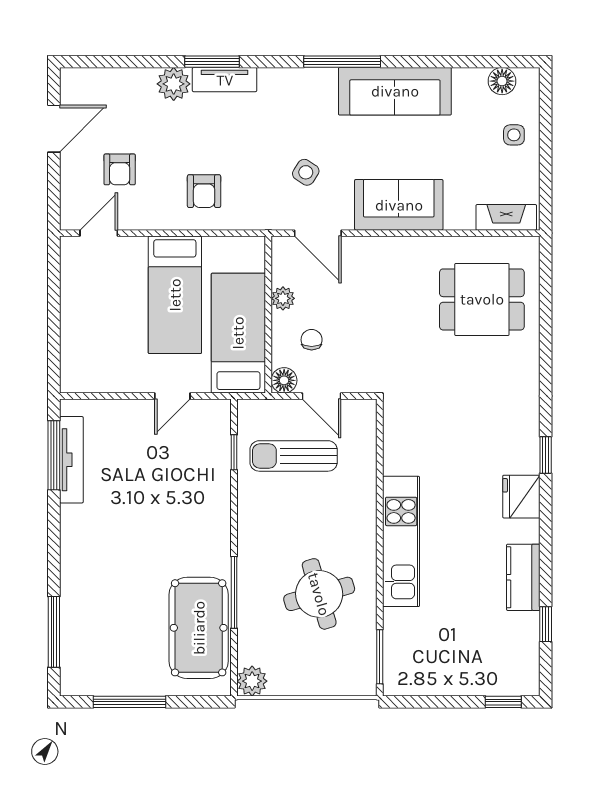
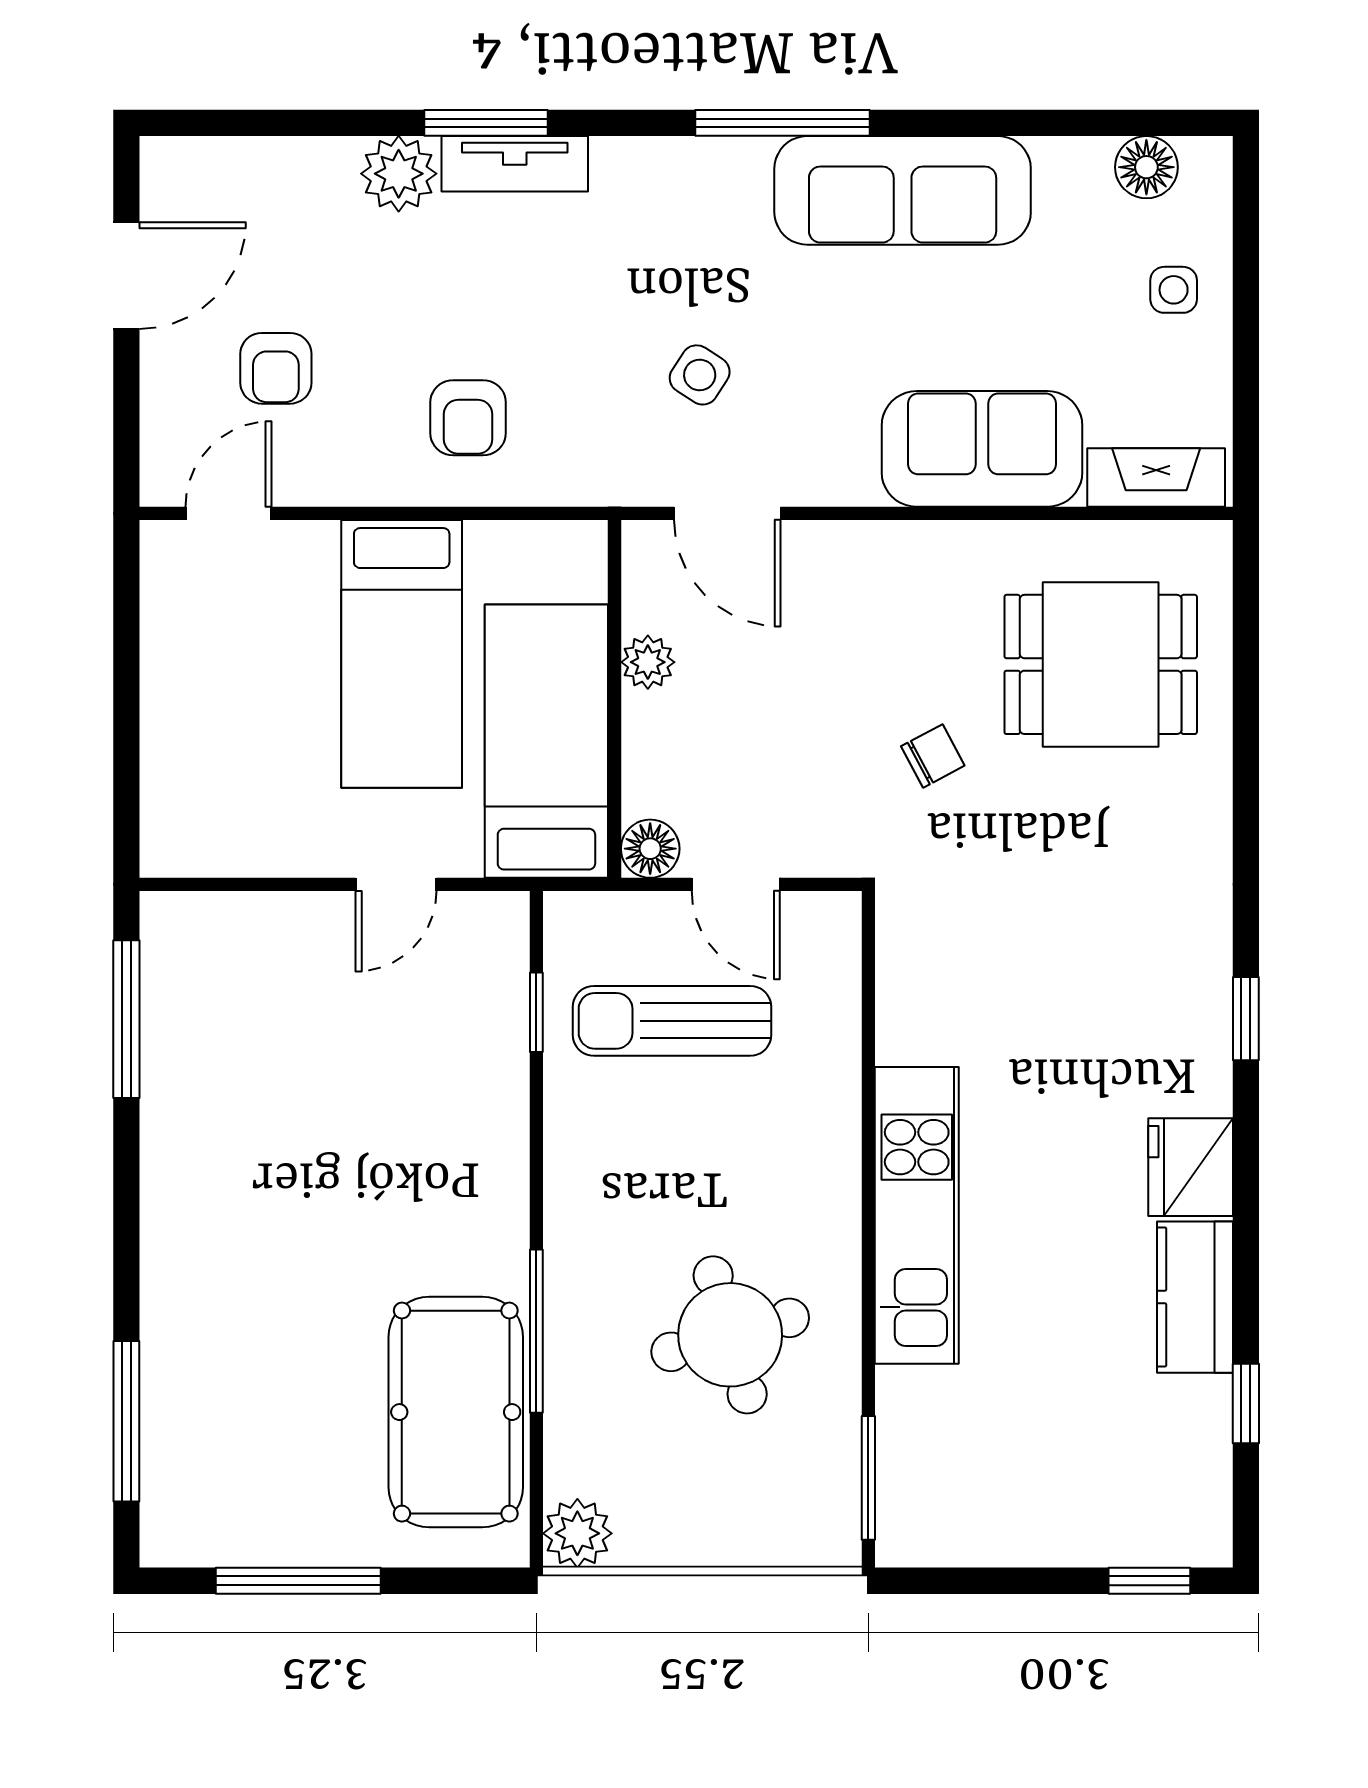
sofa: (399, 205) -> (982, 449), moved
chair: (312, 340) -> (933, 756), moved, turned 62
tv unit: (71, 460) -> (166, 1029), removed
fridge: (521, 497) -> (1191, 1167), moved

